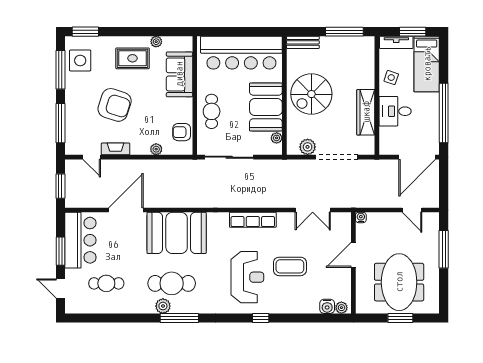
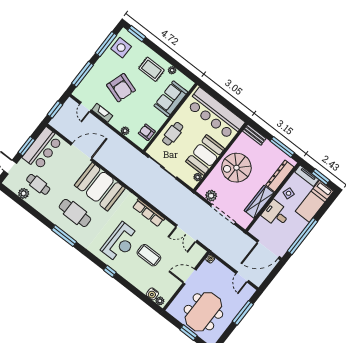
dresser: (367, 66) -> (280, 176), added
plant: (163, 306) -> (24, 193), moved

